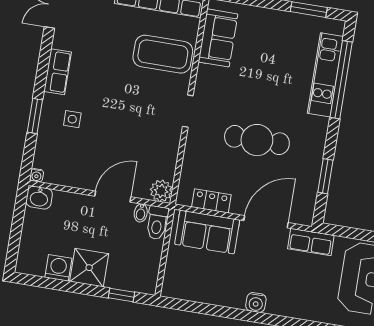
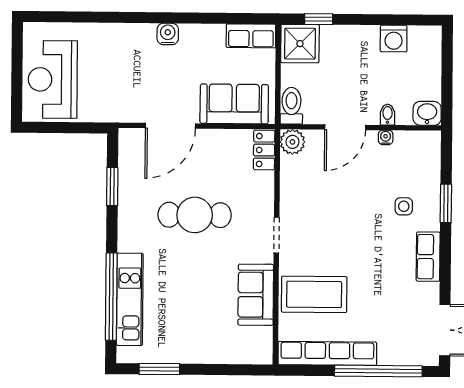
sofa: (218, 38) -> (256, 295), moved
water cooler: (37, 175) -> (386, 137), moved
locker: (211, 201) -> (264, 150), moved, turned 90
bidet: (141, 213) -> (388, 114), moved
row of seats: (311, 242) -> (251, 36), moved, turned 180
shower: (89, 268) -> (300, 44), moved

